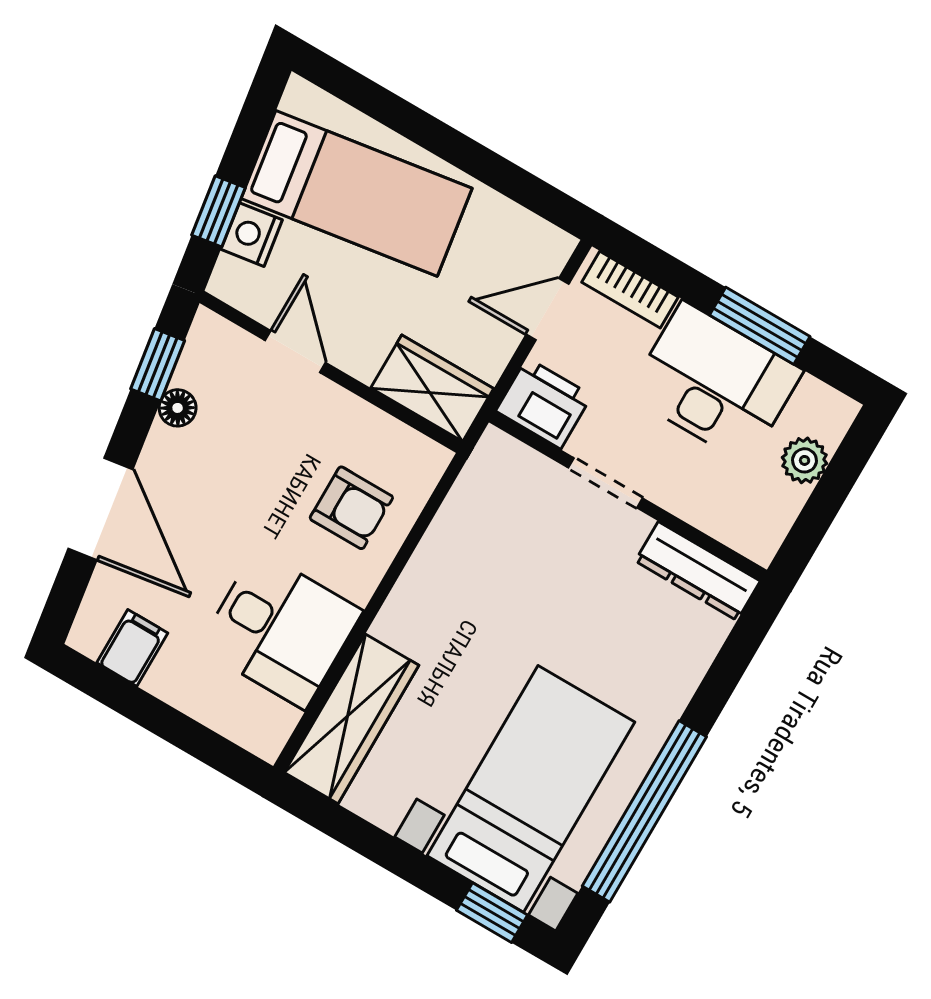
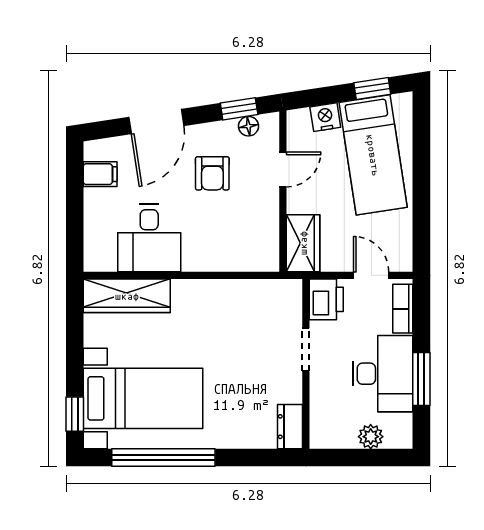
window: (218, 211) -> (372, 88), moved
floor lamp: (178, 408) -> (248, 126), moved
armchair: (351, 508) -> (212, 173), moved
dresser: (698, 571) -> (290, 427), width x0.70

